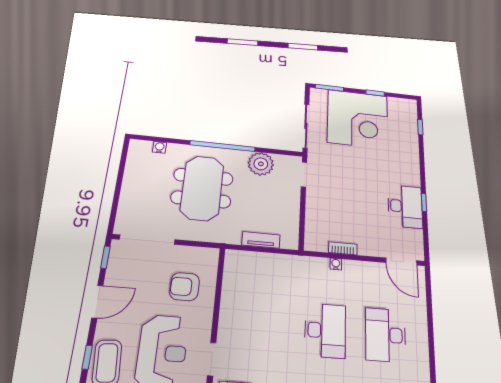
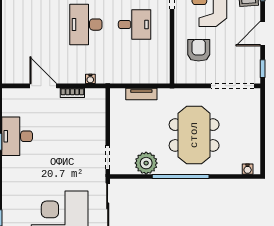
water cooler: (160, 147) -> (248, 169), moved
door: (401, 262) -> (43, 86), moved
water cooler: (336, 264) -> (90, 79), moved
armchair: (185, 287) -> (199, 50), turned -90
desk: (385, 335) -> (135, 25), moved, width x0.73

